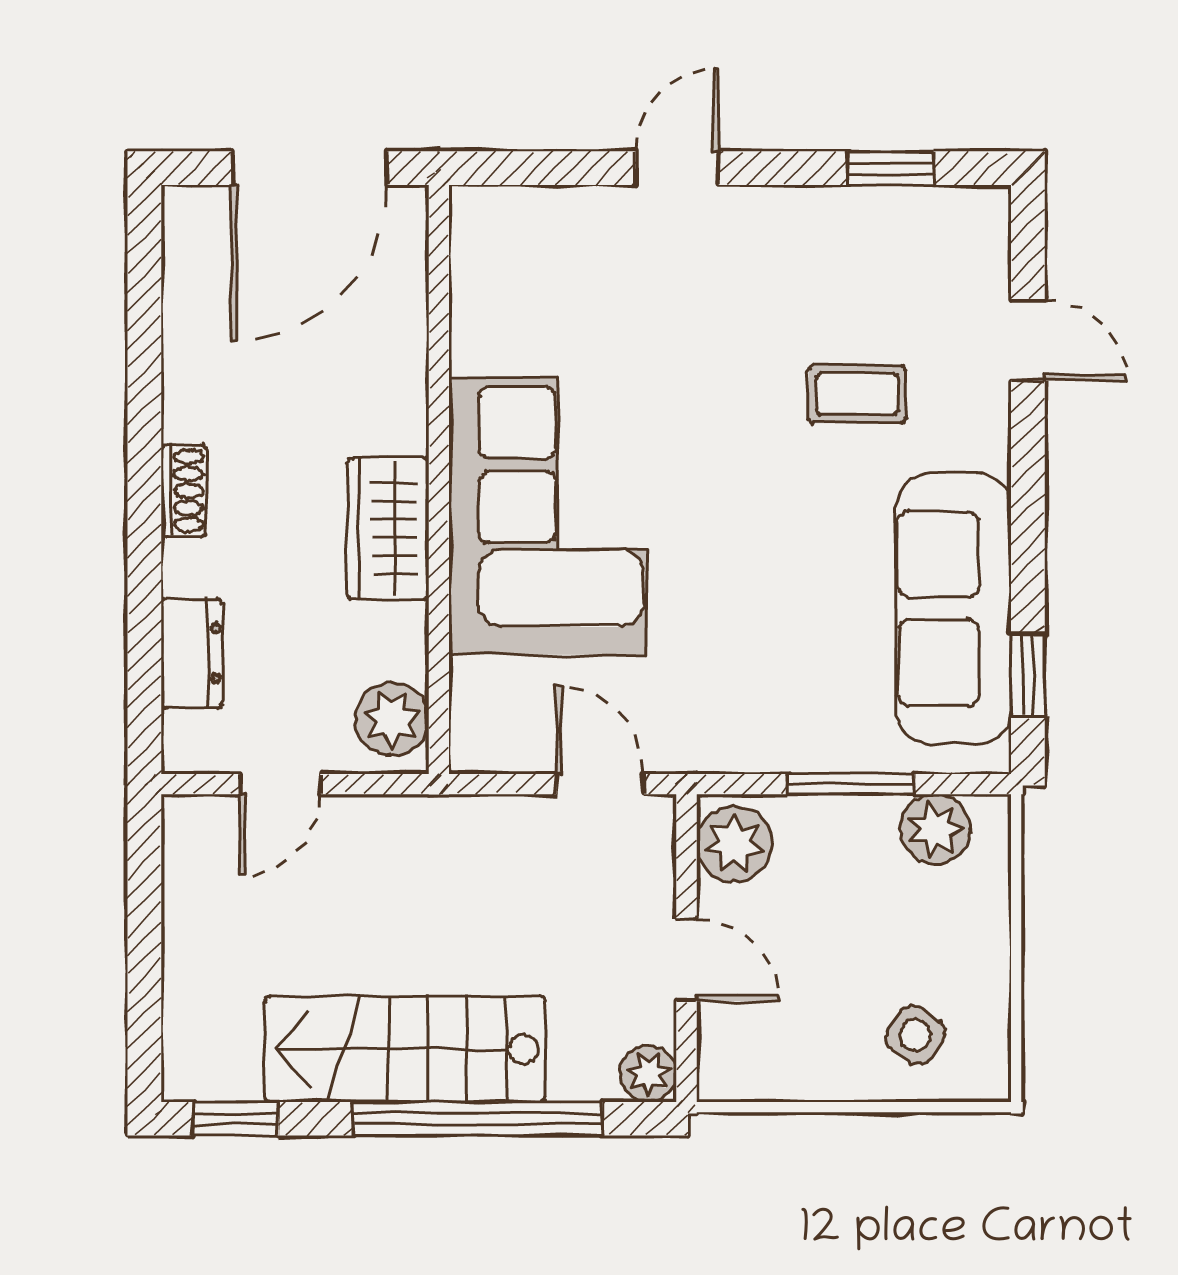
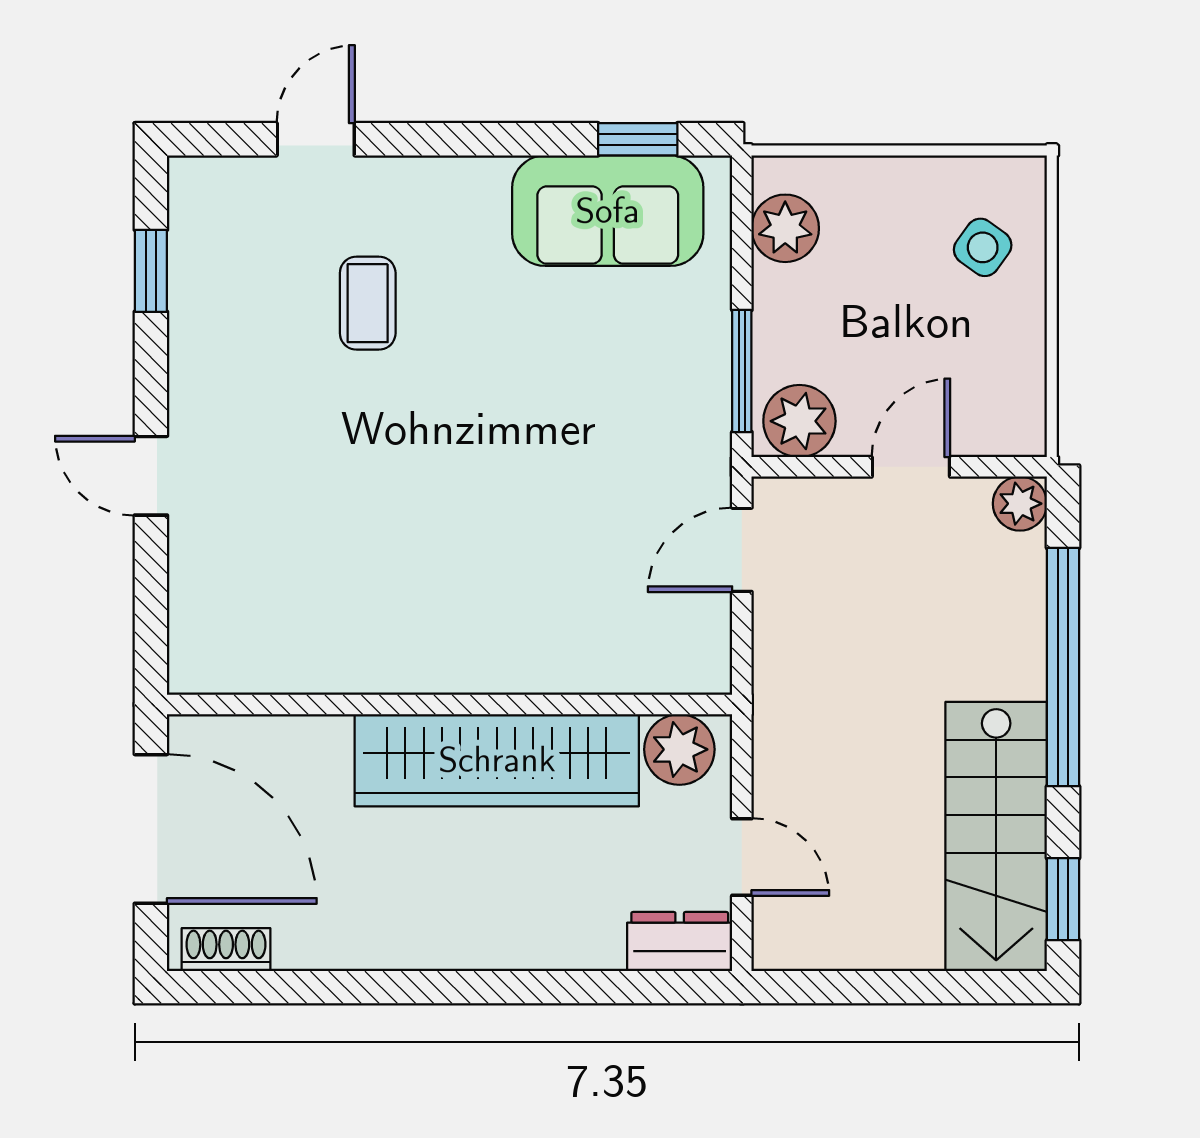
shoe rack: (183, 491) -> (226, 950), moved
corner sofa: (548, 516) -> (485, 600), removed
wardrobe: (388, 529) -> (497, 760), width x2.10, depth x1.17
sofa: (954, 608) -> (608, 211), width x0.73
dresser: (192, 653) -> (680, 942), moved
window: (851, 784) -> (742, 371), moved
stairs: (405, 1049) -> (996, 836), moved

